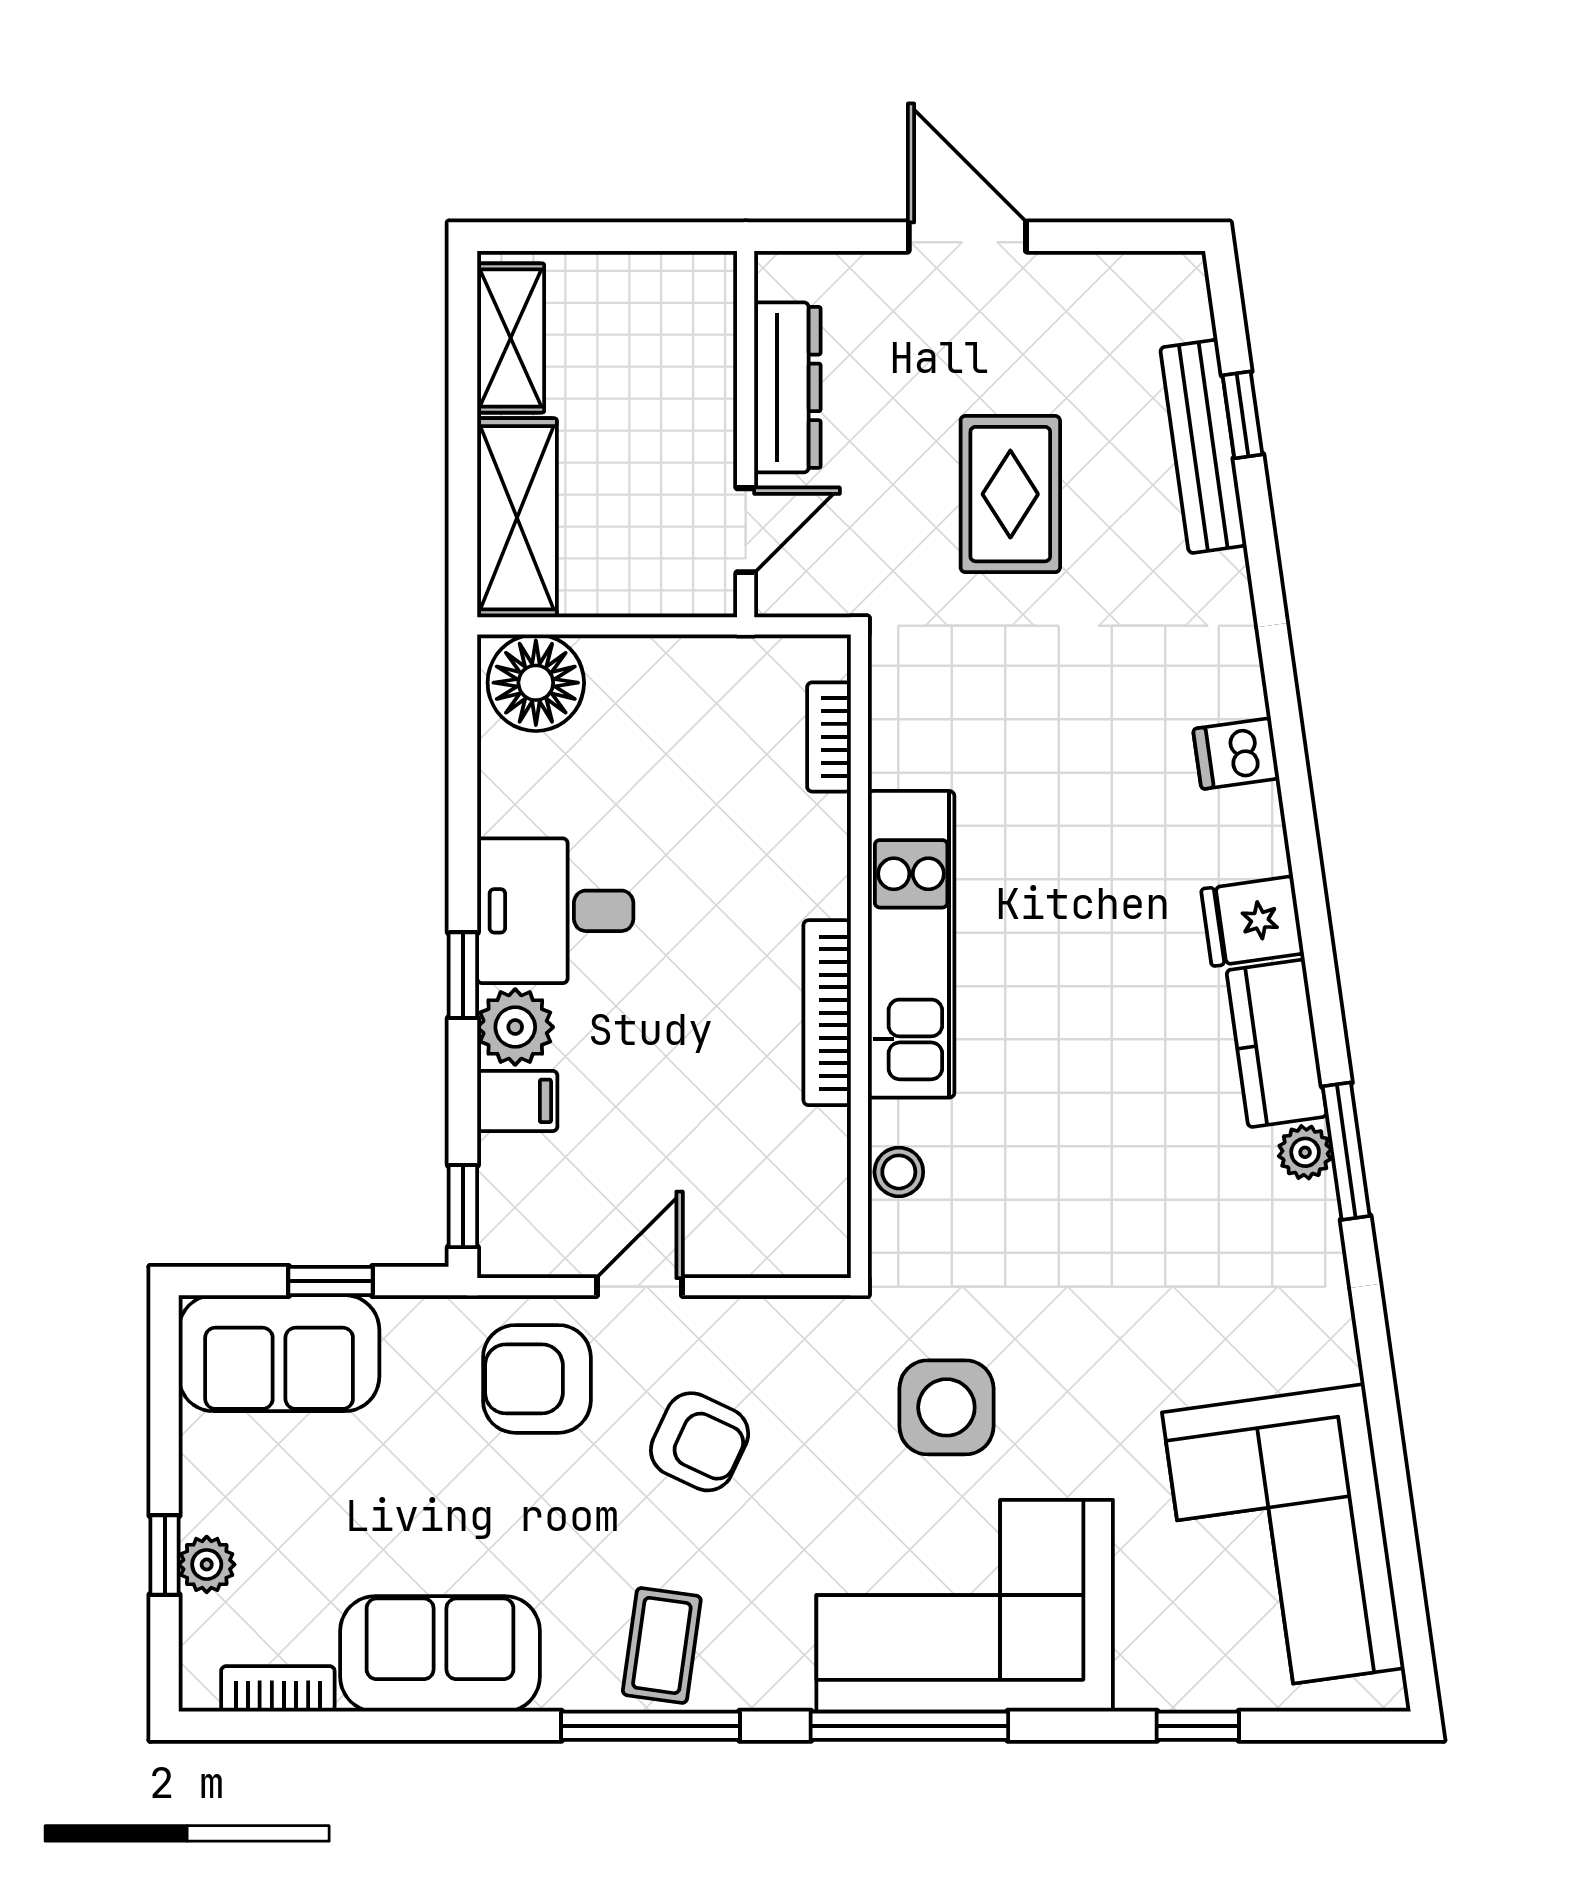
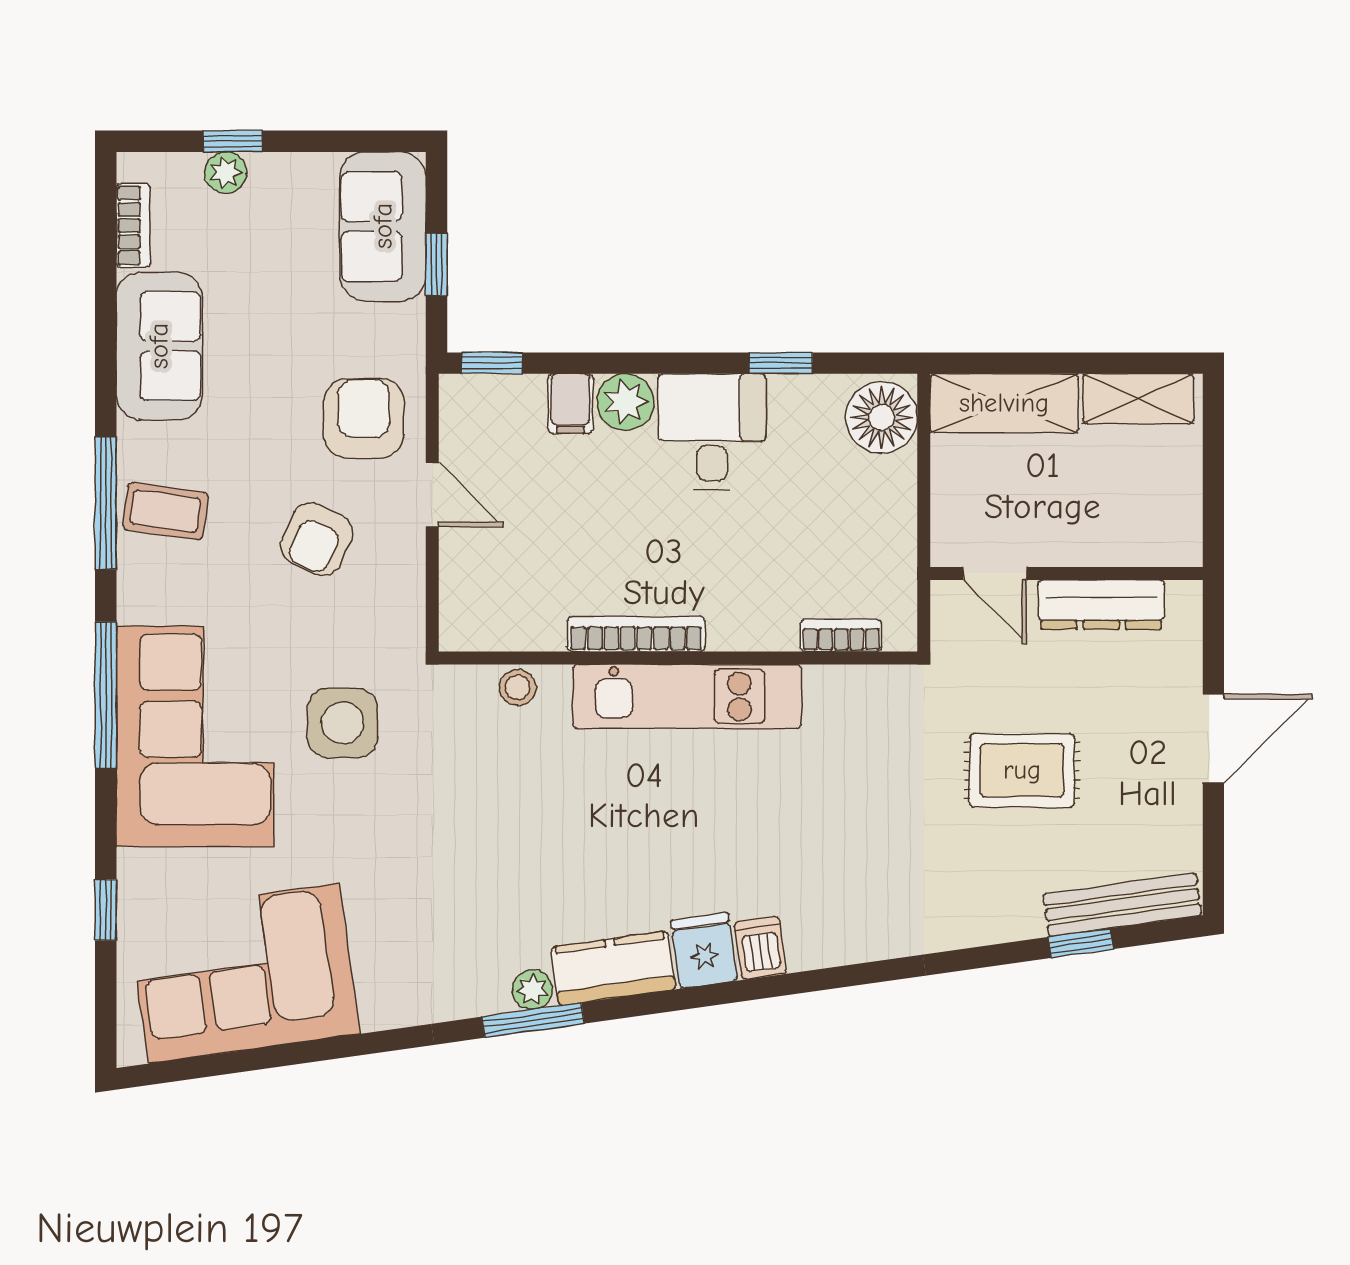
bench: (1203, 446) -> (1122, 905), moved
dishwasher: (1236, 754) -> (760, 948), moved
window: (463, 975) -> (781, 363), moved

